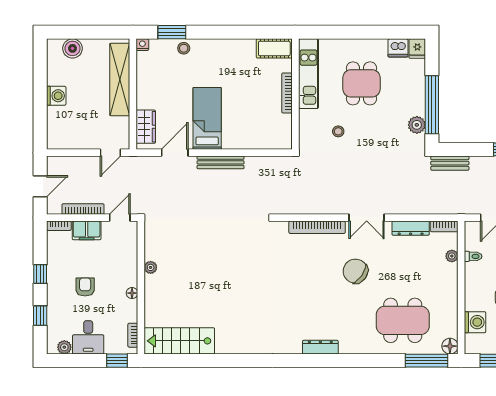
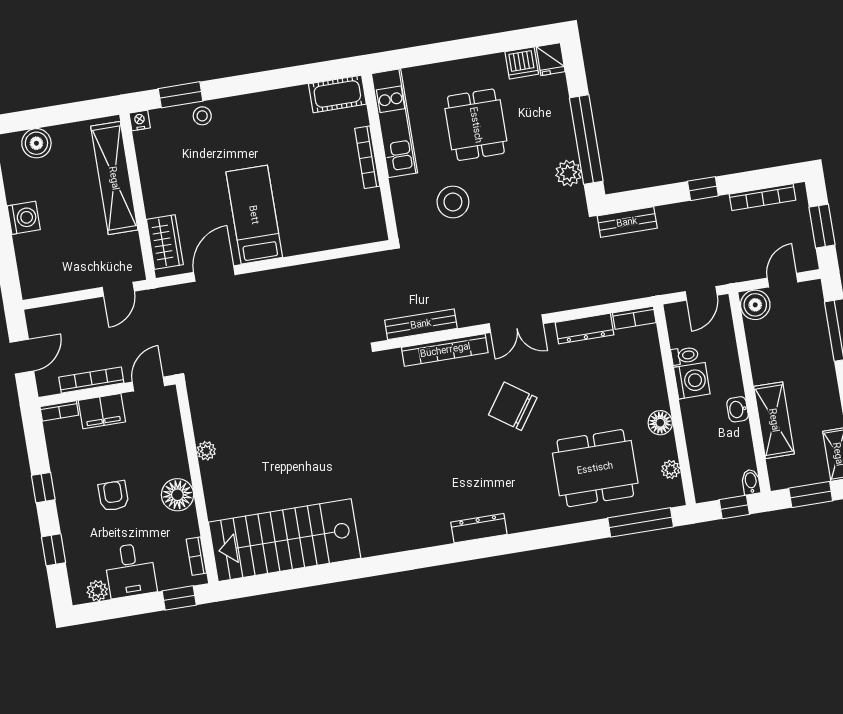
stool: (338, 131) -> (453, 202), width x1.89, depth x1.89
bench: (221, 162) -> (421, 324), moved
plant: (452, 256) -> (671, 469), moved
floor lamp: (132, 293) -> (177, 495), width x1.89, depth x1.89
washing machine: (475, 322) -> (692, 381), moved
stairs: (179, 341) -> (285, 540), width x1.36, depth x1.51
floor lamp: (450, 346) -> (660, 423), moved

